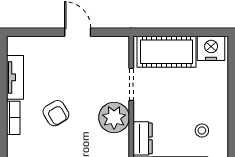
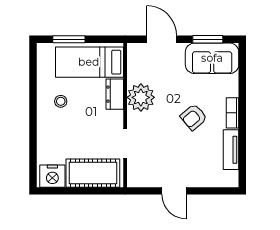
armchair: (56, 113) -> (194, 117), turned -99
plant: (114, 117) -> (141, 97), moved

